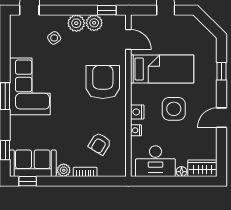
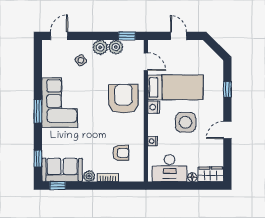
nightstand: (137, 112) -> (154, 107), moved
armchair: (100, 144) -> (121, 153), turned -122

